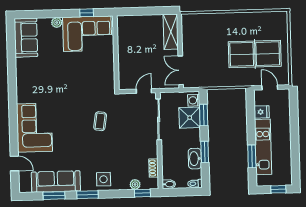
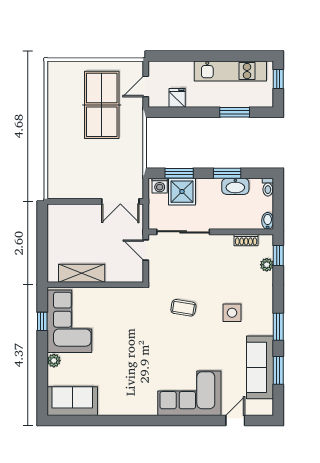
shelving: (171, 32) -> (82, 273), moved
kitchen unit: (263, 147) -> (230, 71), moved, turned 180
side table: (104, 179) -> (232, 313), moved

